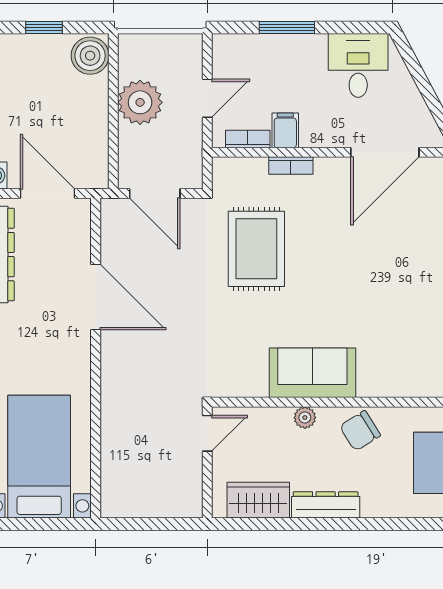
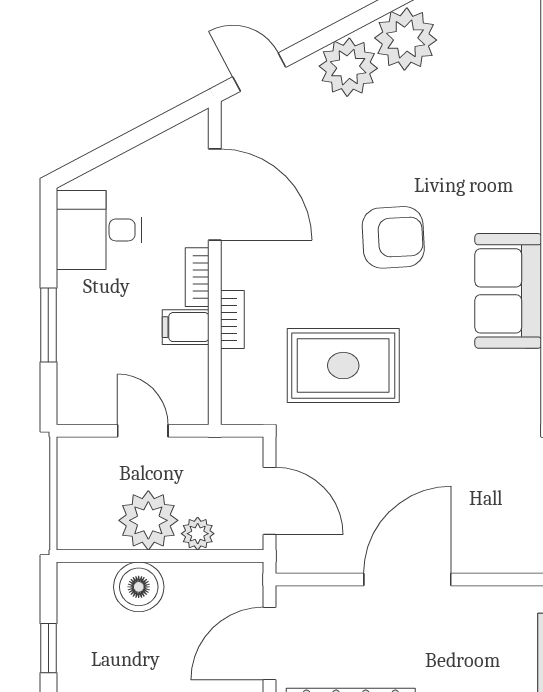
boiler: (90, 56) -> (139, 587), moved
plant: (130, 139) -> (198, 534), added
bookcase: (248, 139) -> (197, 277), moved
door: (155, 193) -> (270, 501), hinge flipped
armchair: (353, 286) -> (393, 237), added

